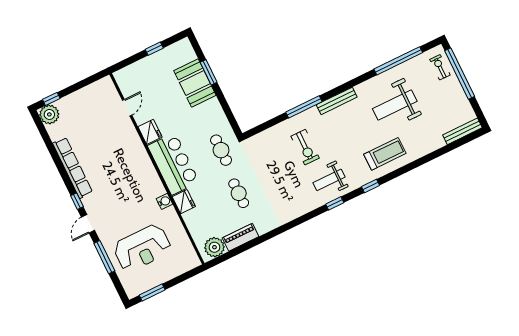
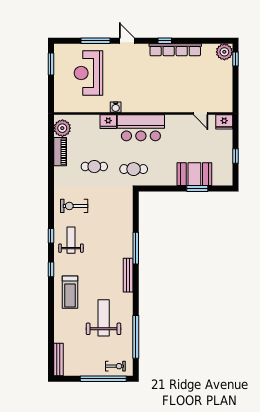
fridge: (150, 132) -> (224, 122), moved
exercise bike: (305, 147) -> (74, 206), moved
window: (77, 201) -> (165, 41), moved

